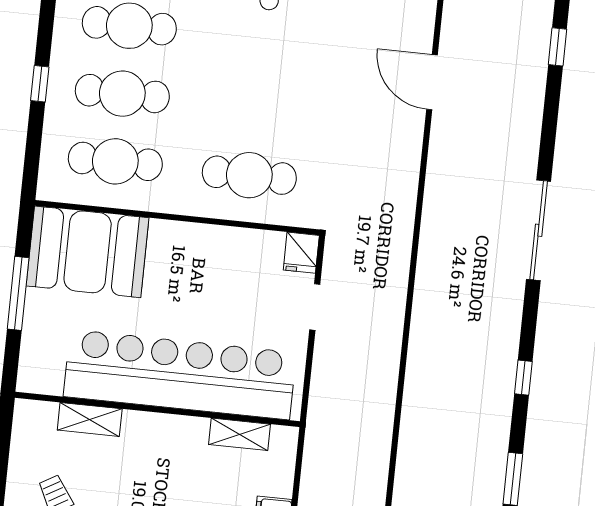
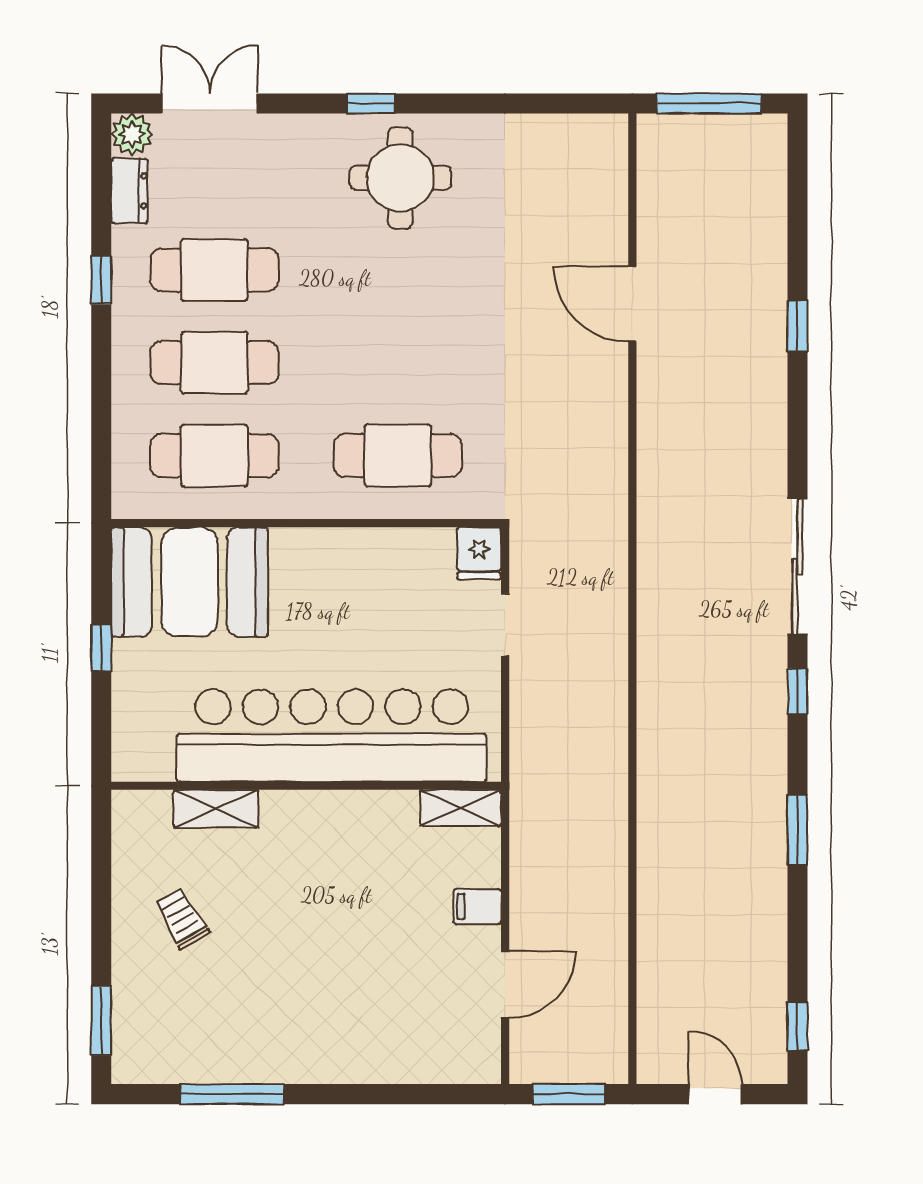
window: (557, 47) -> (797, 326), moved
window: (40, 84) -> (101, 280), moved
sliding door: (539, 230) -> (797, 567), moved
window: (18, 293) -> (101, 648), width x0.46
shelving: (240, 434) -> (461, 808), moved

